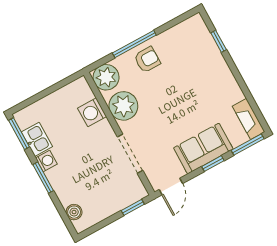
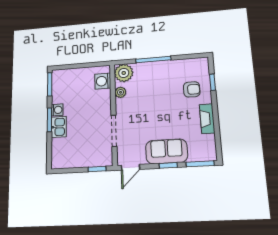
armchair: (147, 60) -> (192, 89), moved
plant: (123, 106) -> (121, 92), width x0.53, depth x0.53
washing machine: (92, 112) -> (103, 81), moved
fireplace: (249, 119) -> (207, 119), moved
kitchen sink: (37, 139) -> (59, 127), moved
boiler: (74, 212) -> (57, 153), removed

